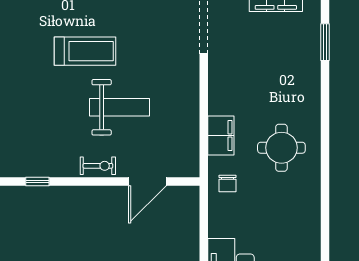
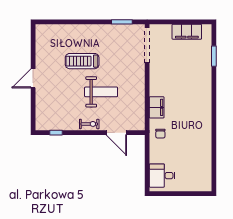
treadmill: (85, 51) -> (82, 61), turned 180
round table: (281, 148) -> (190, 114), removed
door: (147, 182) -> (116, 133), hinge flipped

